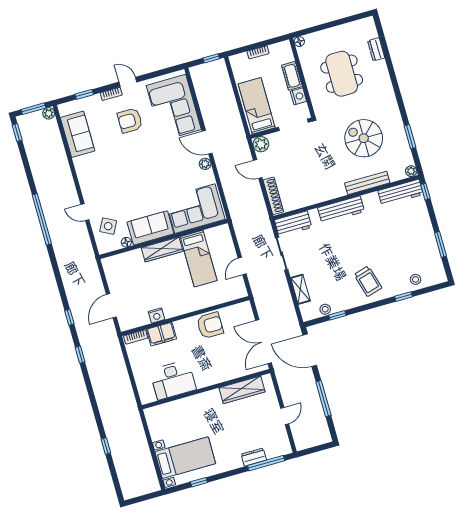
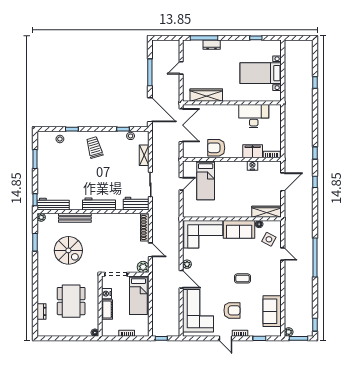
coffee table: (128, 166) -> (243, 278), added
wardrobe: (162, 249) -> (267, 212), moved
bed: (199, 259) -> (206, 180), moved, turned 180
bed with nightstands: (185, 458) -> (261, 73), moved

